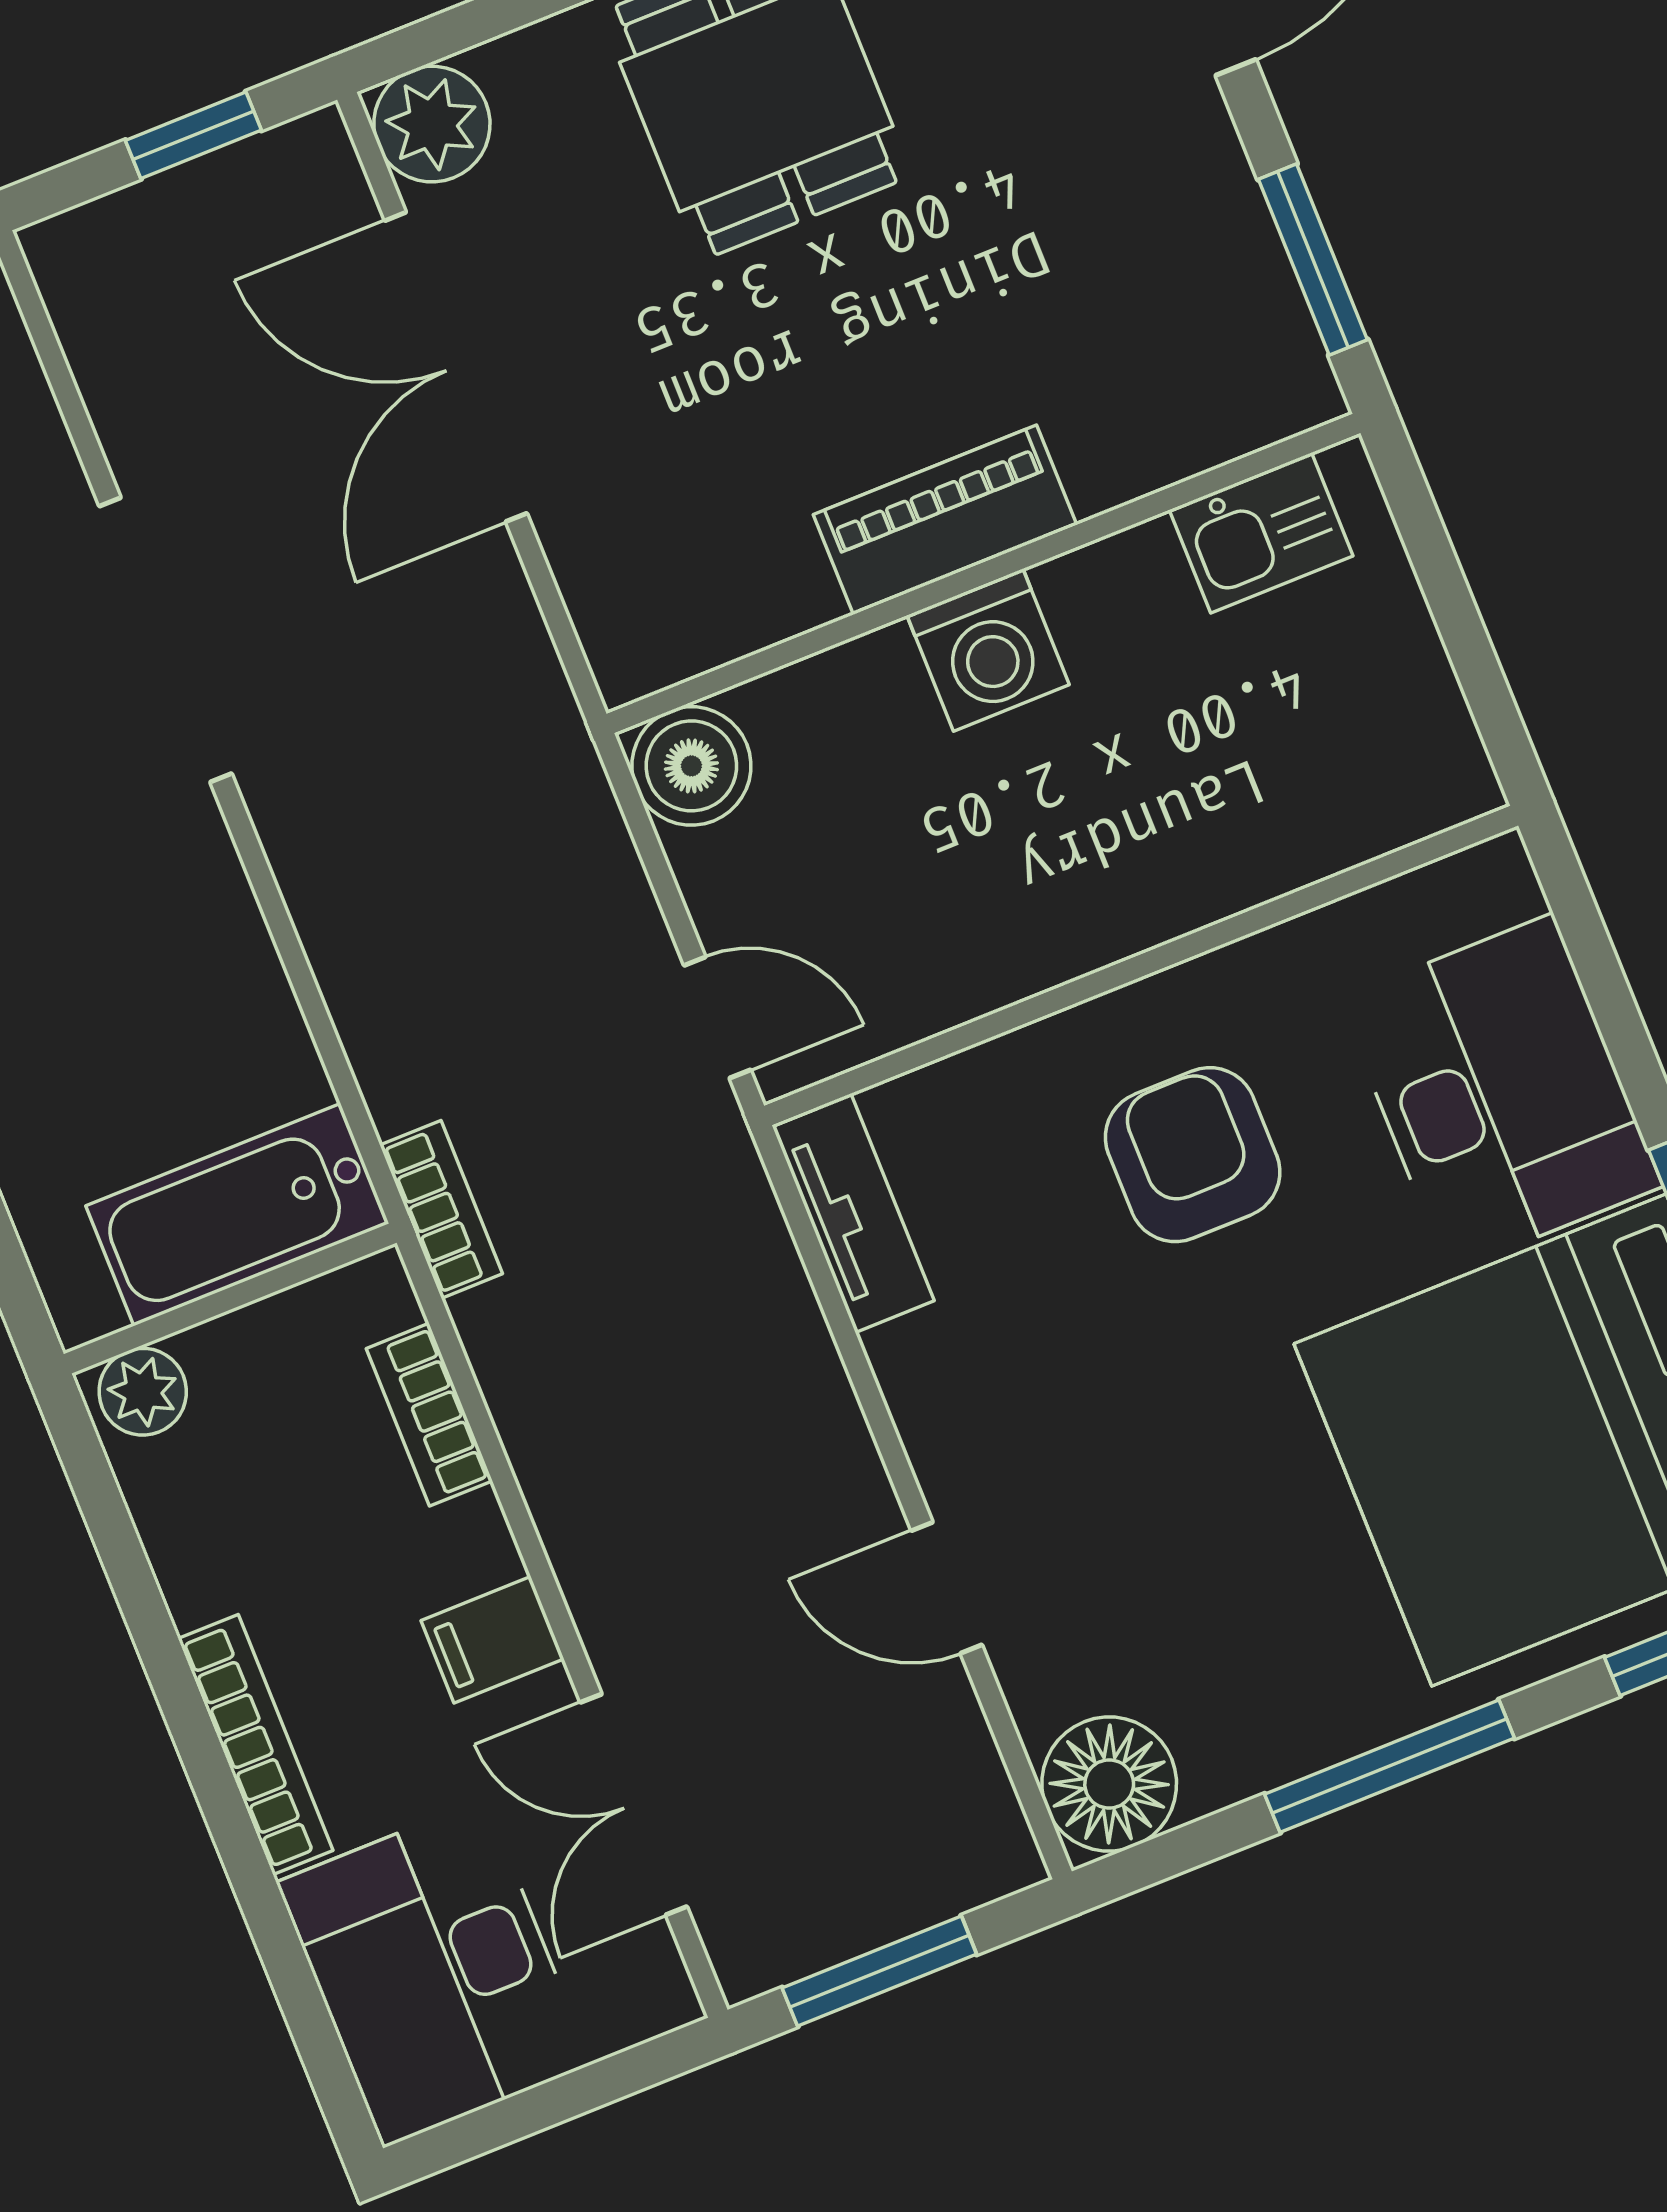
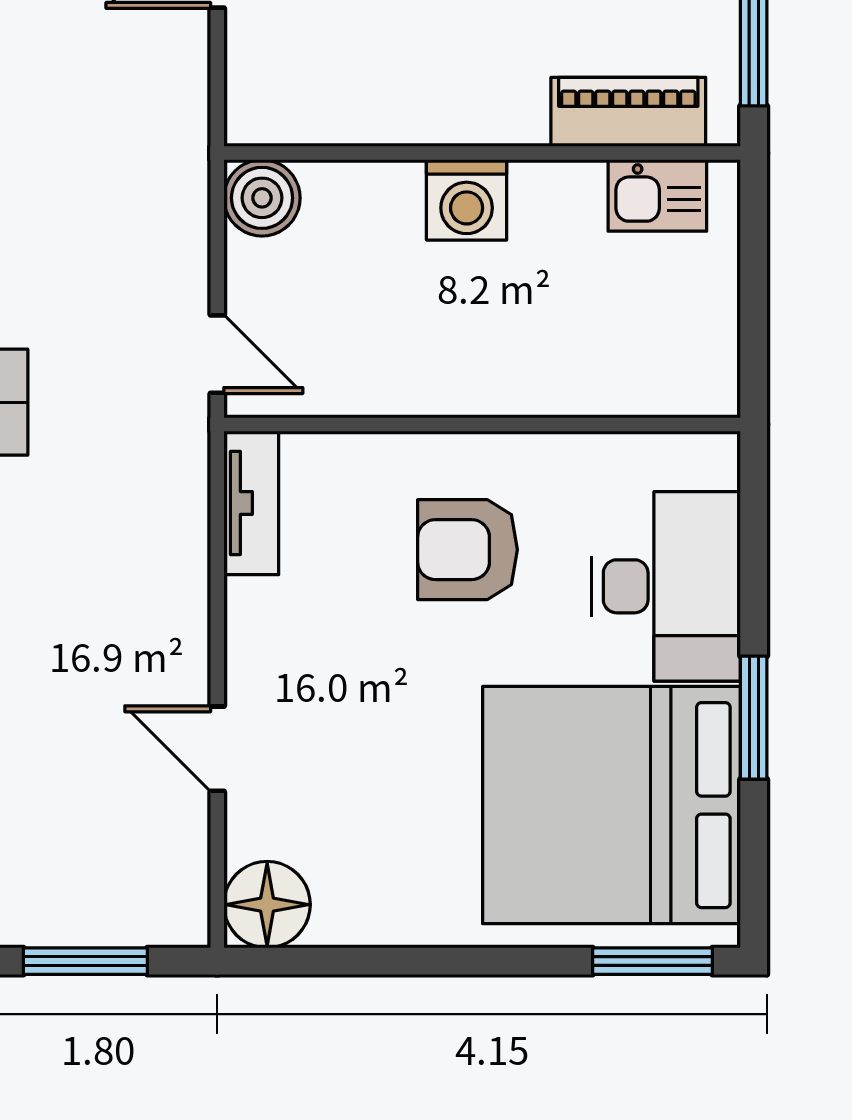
piano: (945, 520) -> (628, 112), moved
armchair: (1193, 1155) -> (468, 550), turned -90
window: (1389, 1766) -> (438, 961), removed

